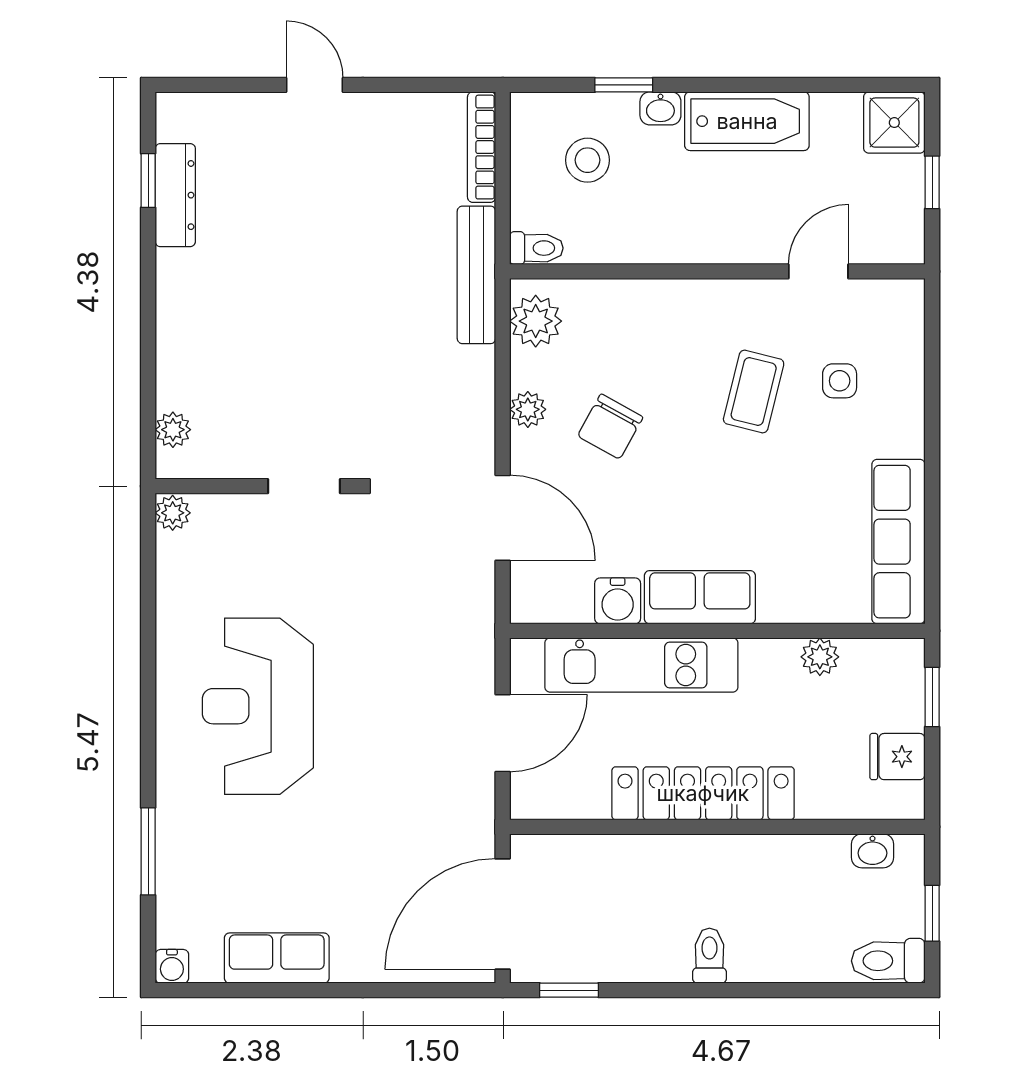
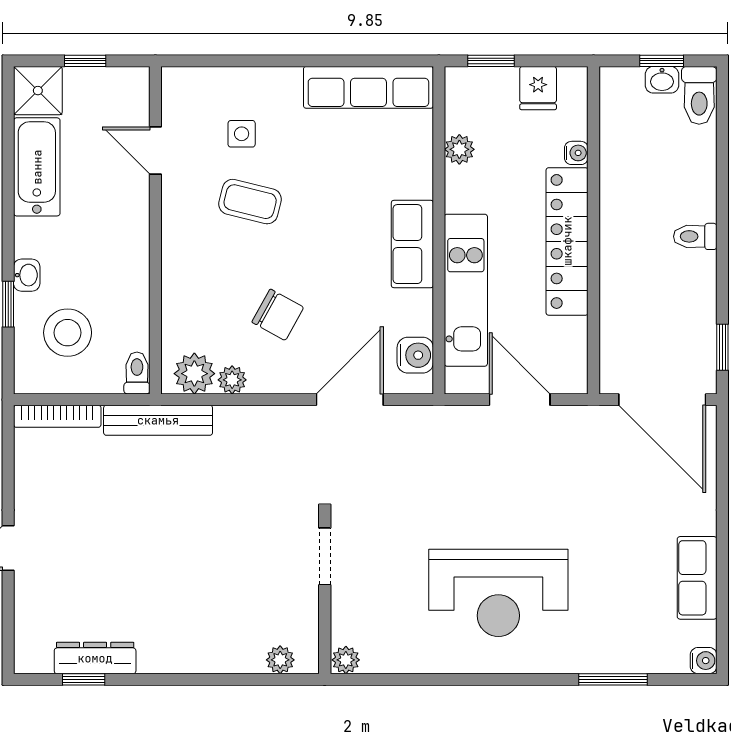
bathtub: (747, 121) -> (37, 167), moved
stool: (588, 160) -> (68, 333), width x1.38, depth x1.38
plant: (528, 409) -> (232, 380), moved
water cooler: (618, 601) -> (415, 355), moved
water cooler: (815, 805) -> (576, 153), added
washbasin: (872, 851) -> (662, 80), moved, turned 90

